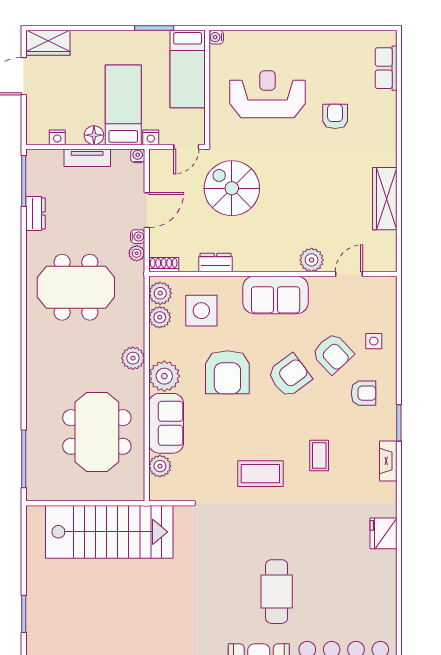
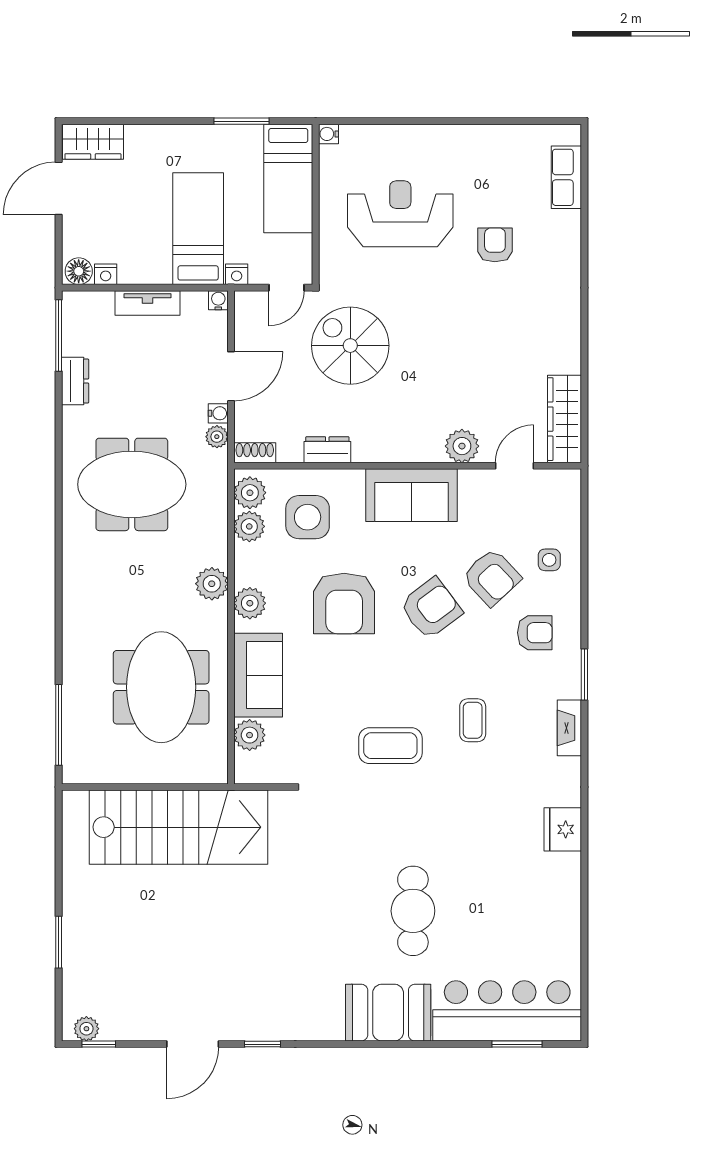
floor lamp: (94, 135) -> (79, 271), moved
wardrobe: (385, 199) -> (564, 419), moved
plant: (164, 376) -> (250, 603), width x0.73, depth x0.73

